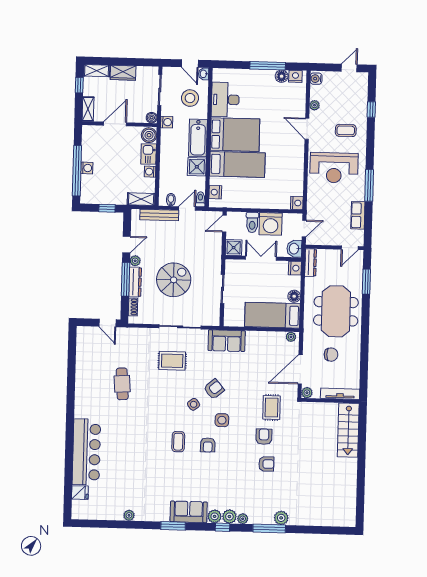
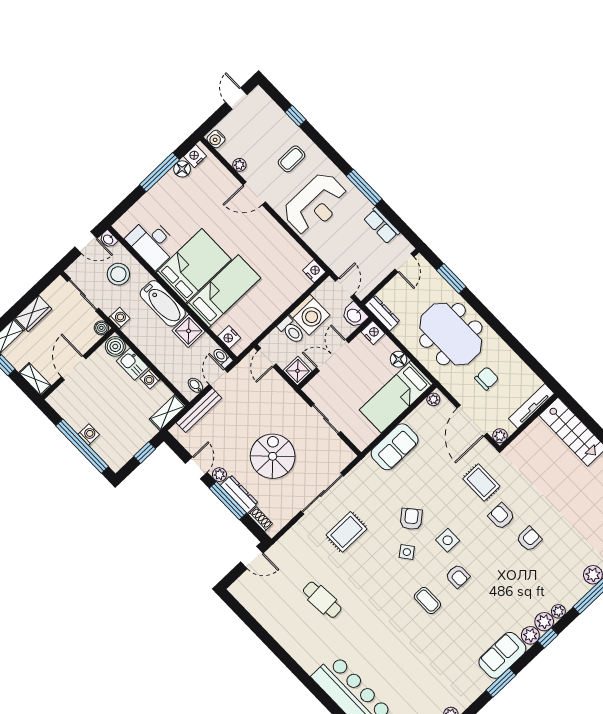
sofa: (227, 341) -> (395, 447), moved

